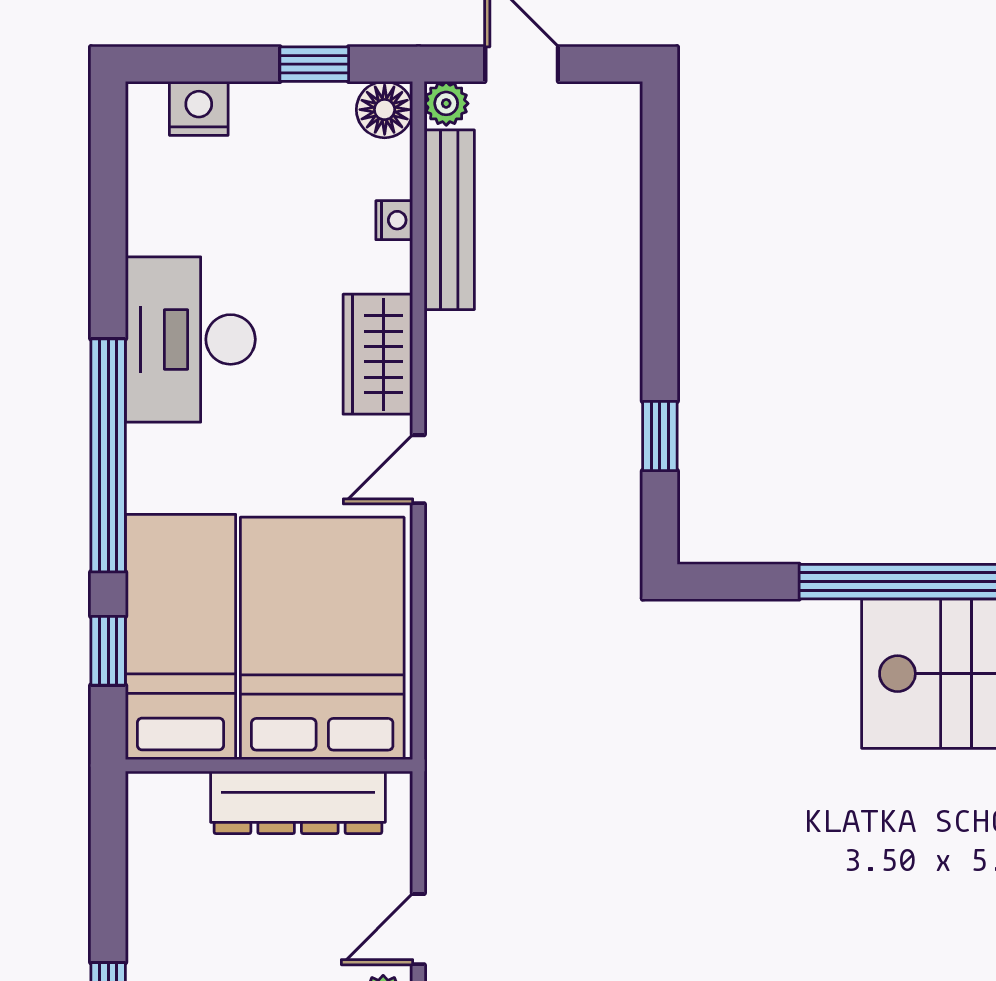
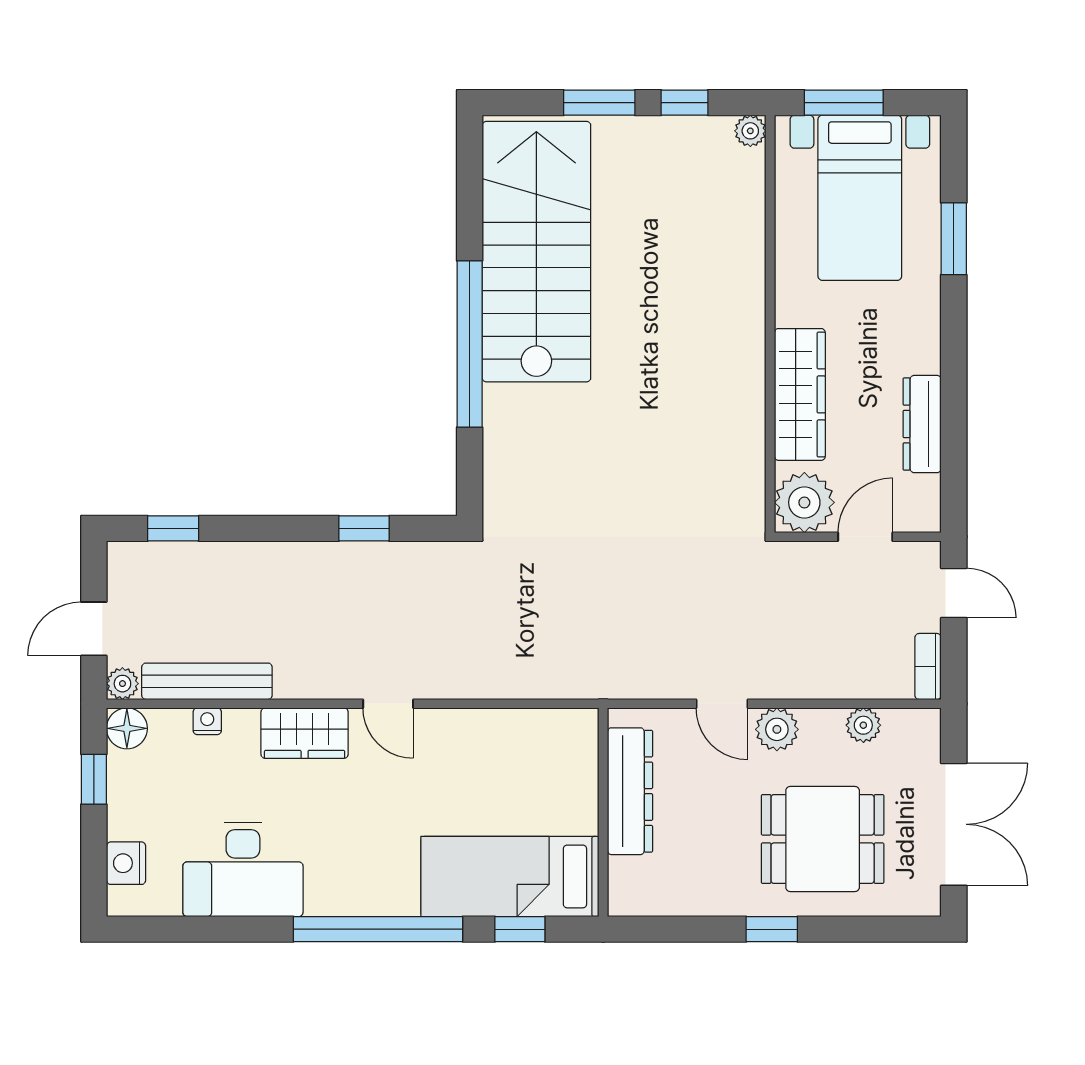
window: (660, 173) -> (173, 528), added
desk: (190, 339) -> (243, 869), moved
bed: (322, 638) -> (511, 774), removed

